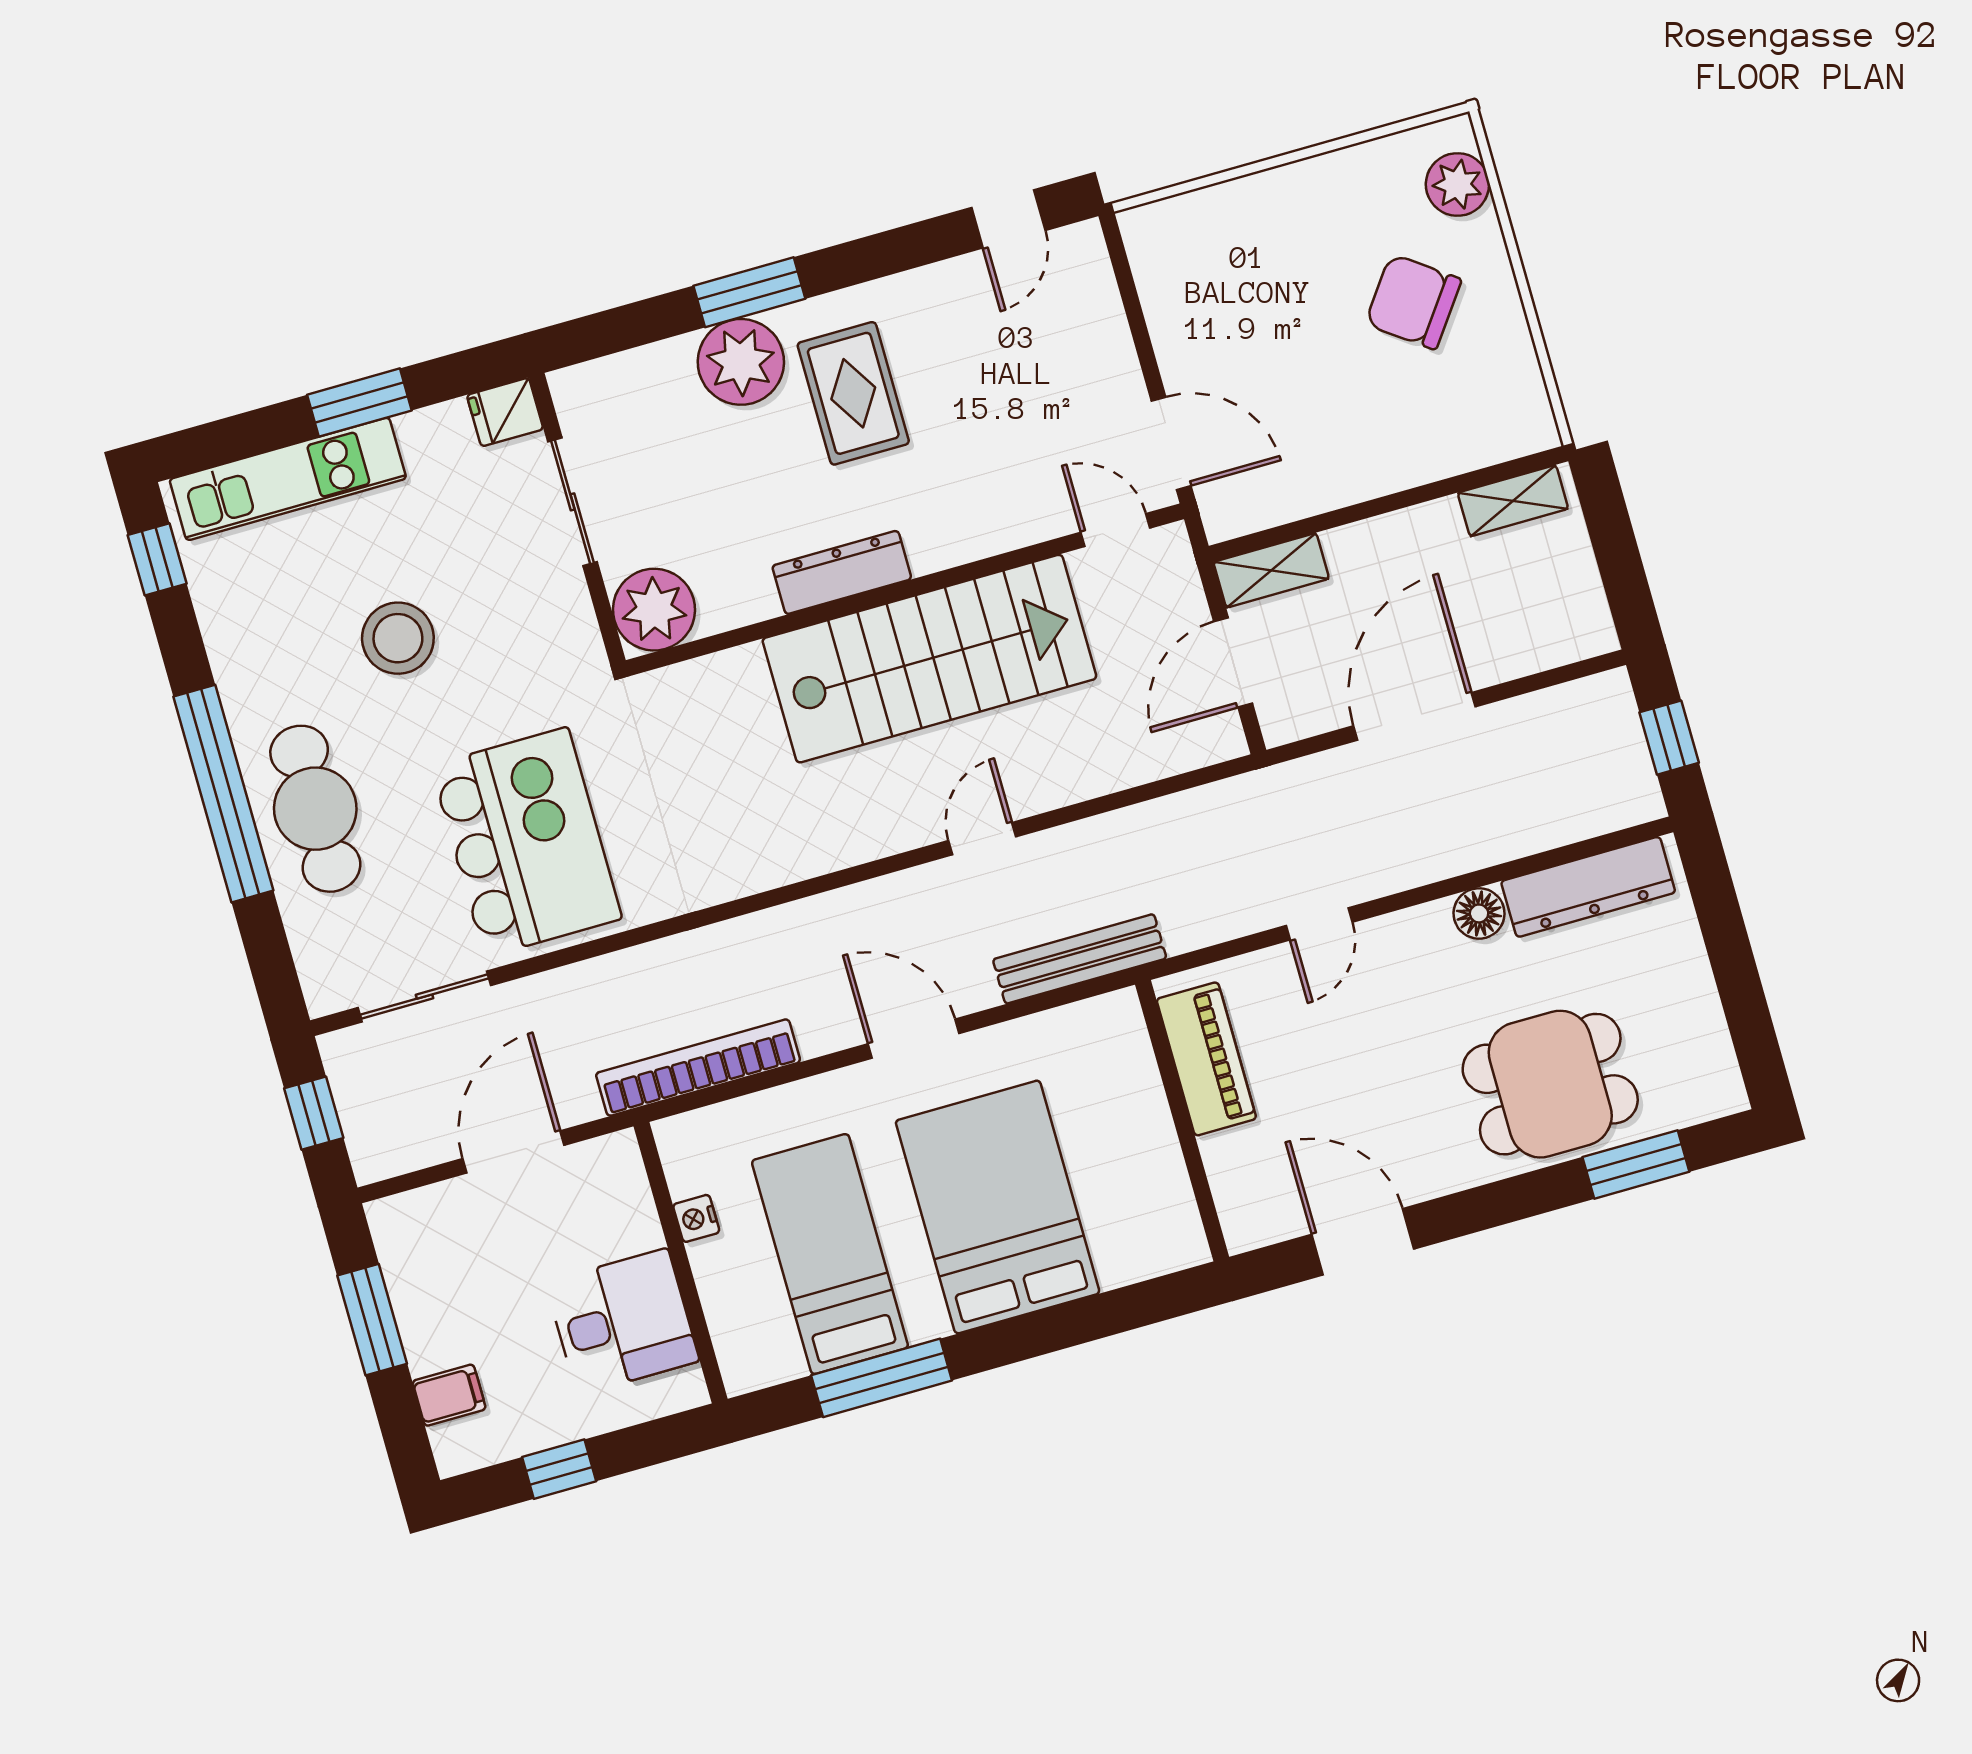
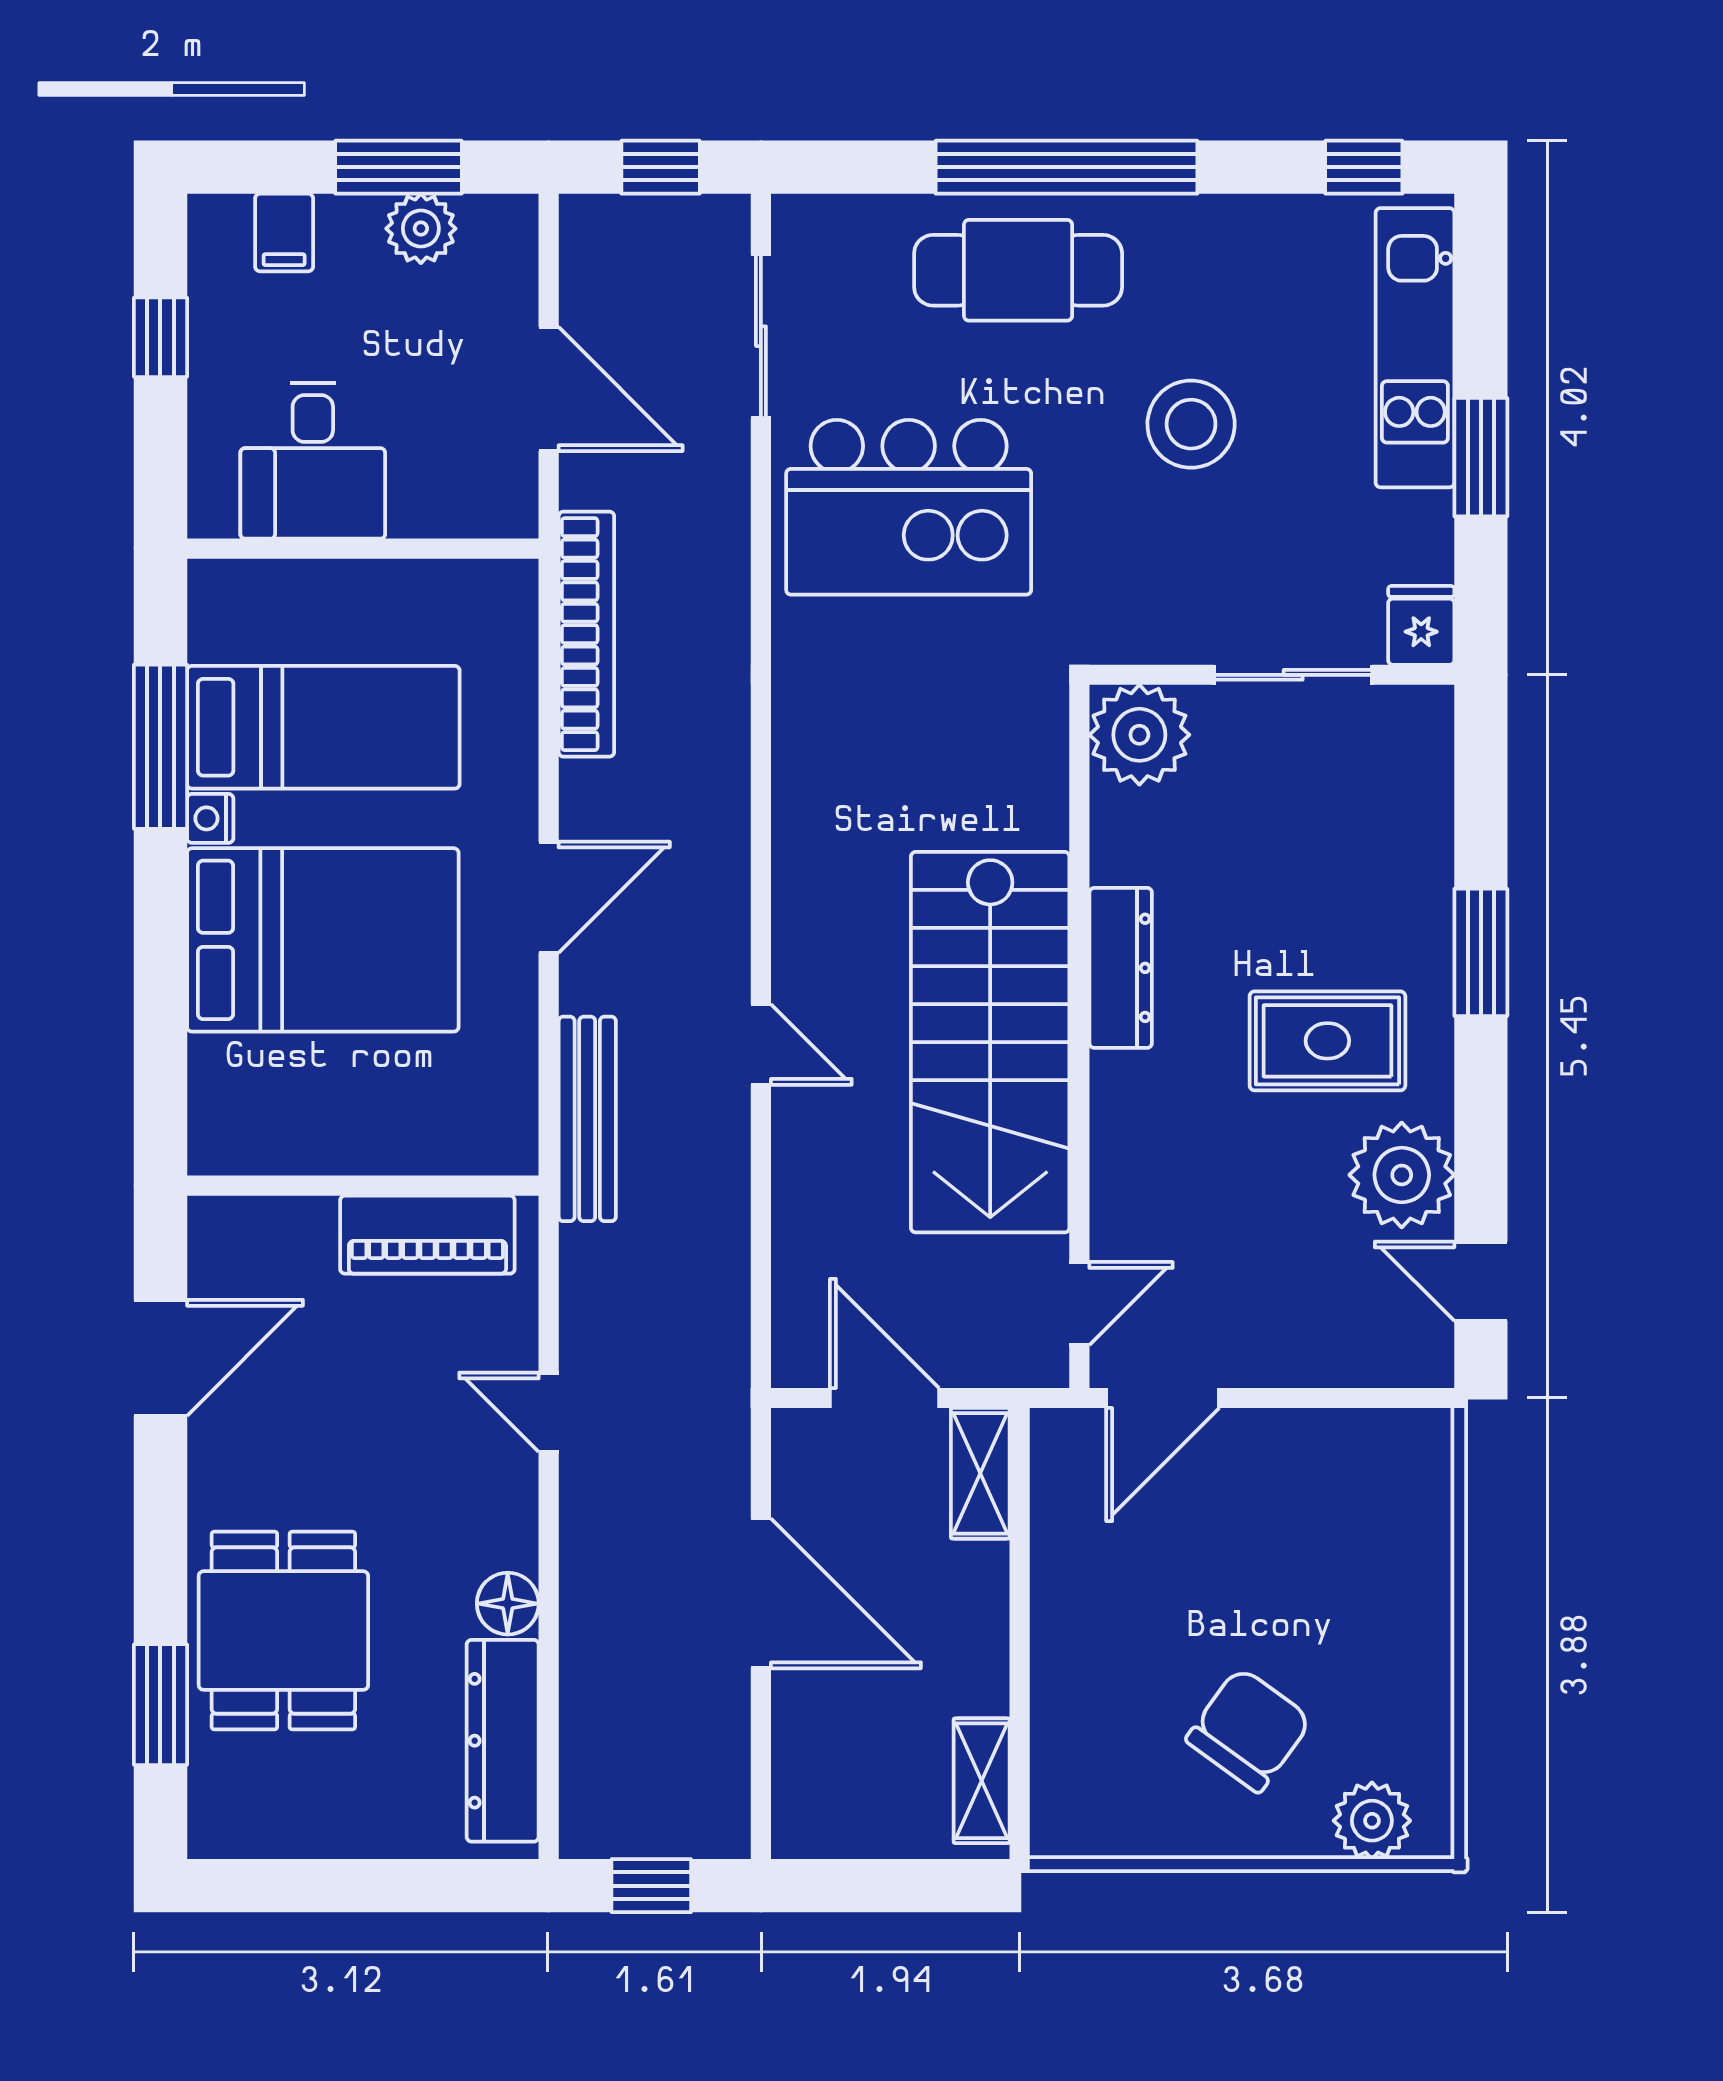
plant: (741, 362) -> (1402, 1175), moved
nightstand: (696, 1218) -> (210, 818), moved, turned -90
plant: (416, 1288) -> (421, 229), added

